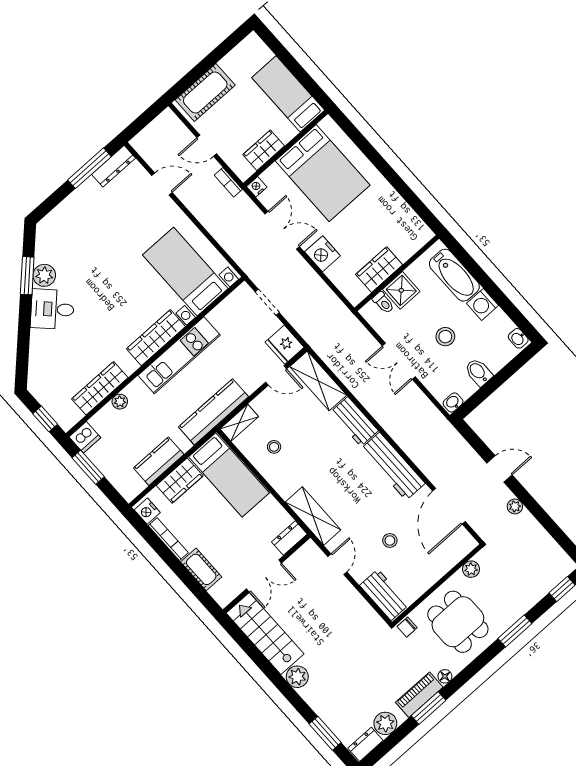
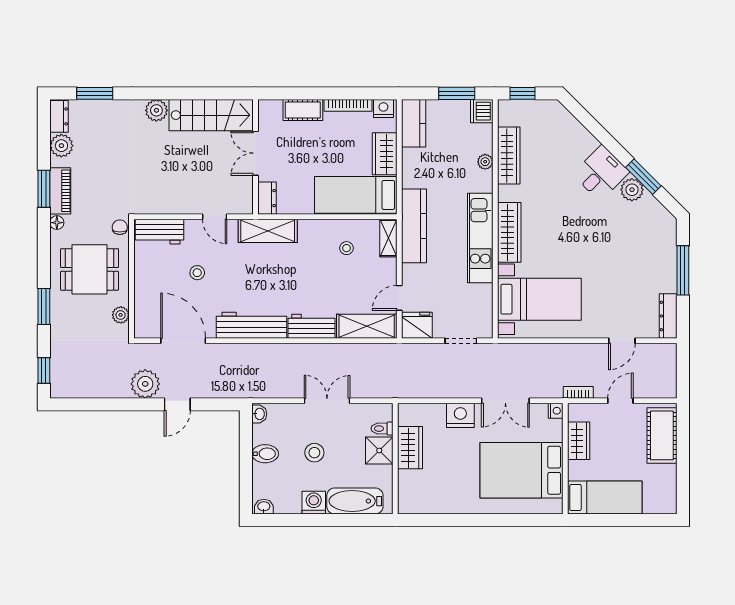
window: (89, 168) -> (683, 270), moved
kitchen counter: (159, 461) -> (414, 123), moved
plant: (515, 506) -> (145, 384), width x1.88, depth x1.88

